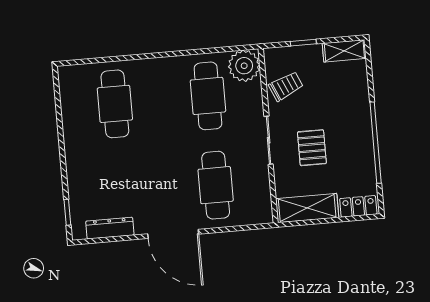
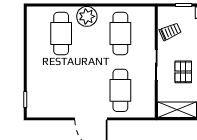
plant: (244, 66) -> (87, 16), moved
dresser: (110, 228) -> (51, 112), removed

